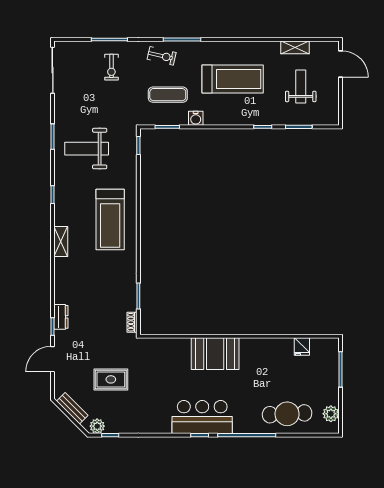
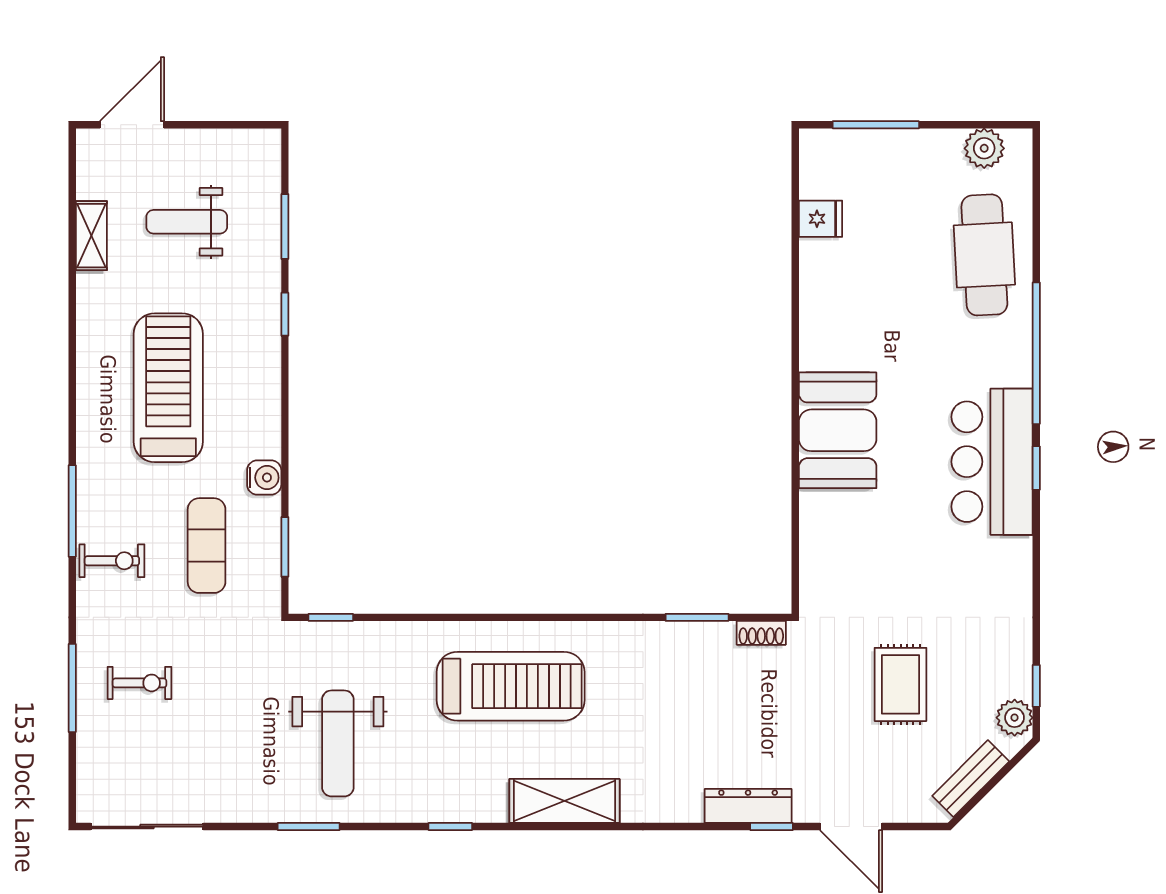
exercise bike: (162, 56) -> (112, 561), turned 77
shelving: (61, 242) -> (564, 801), width x1.50, depth x1.33
dresser: (61, 317) -> (748, 806), width x1.44

